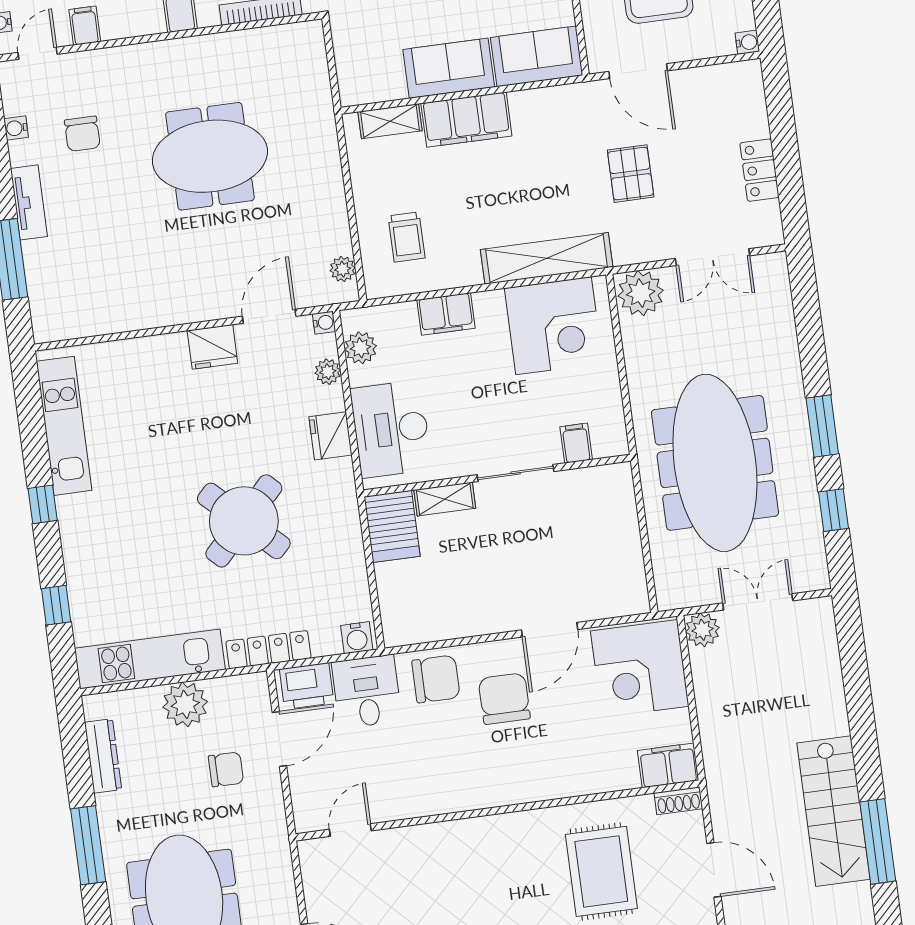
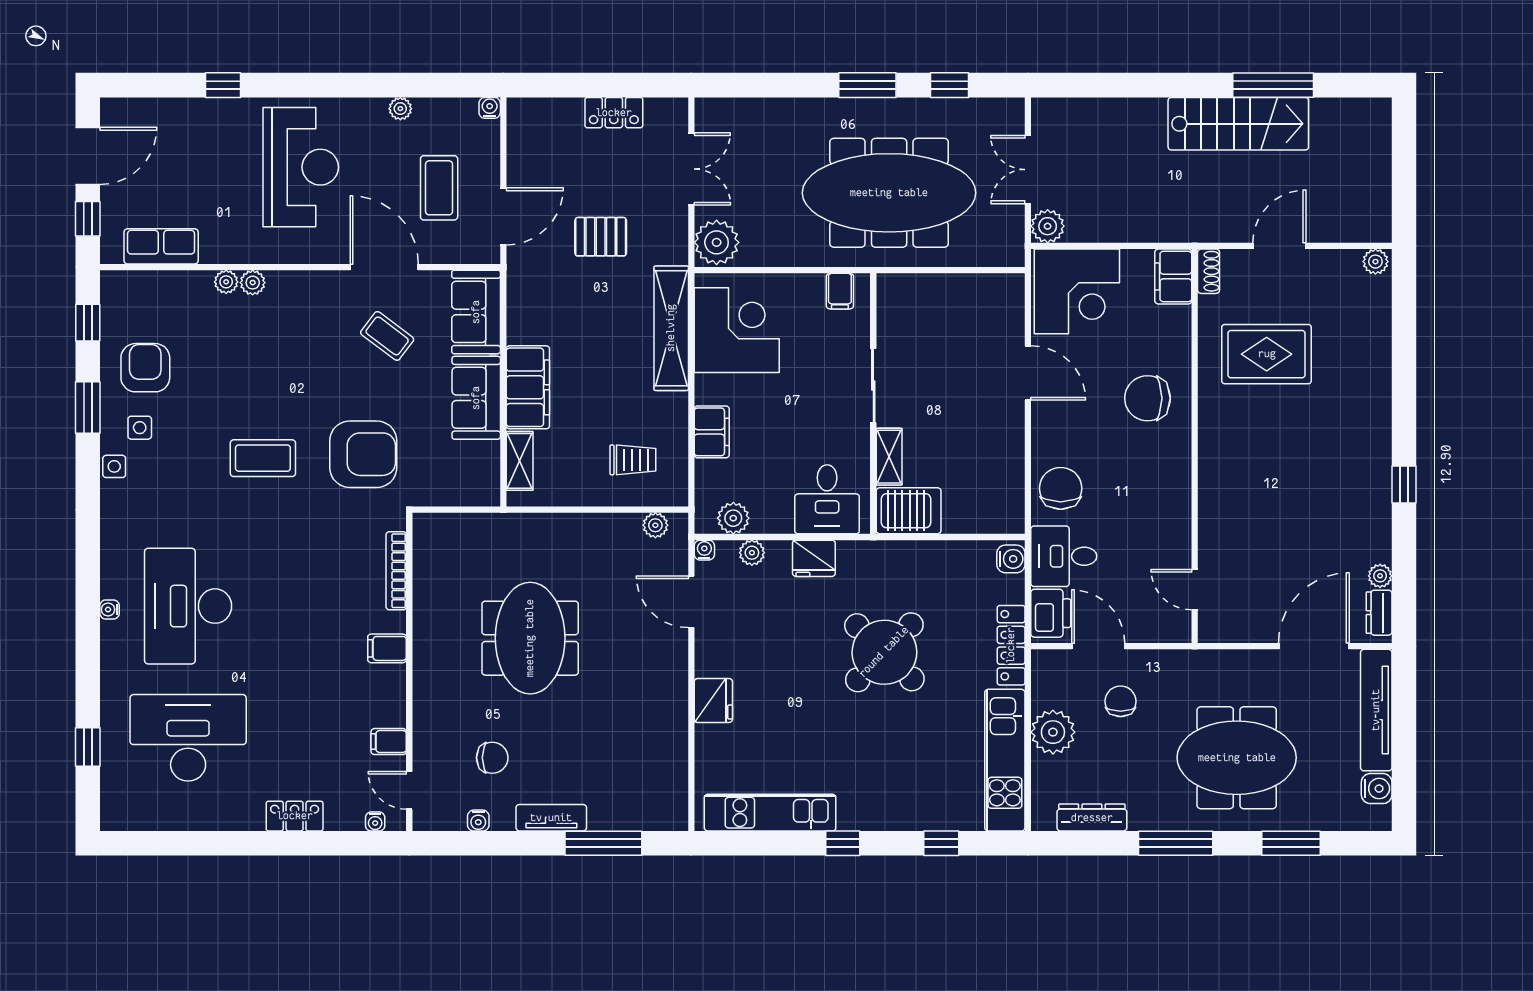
fridge: (212, 347) -> (713, 700), moved
desk: (391, 429) -> (827, 499), width x0.73
filing cabinet: (576, 443) -> (840, 291), moved, turned -90
chair: (504, 699) -> (1148, 398), moved

